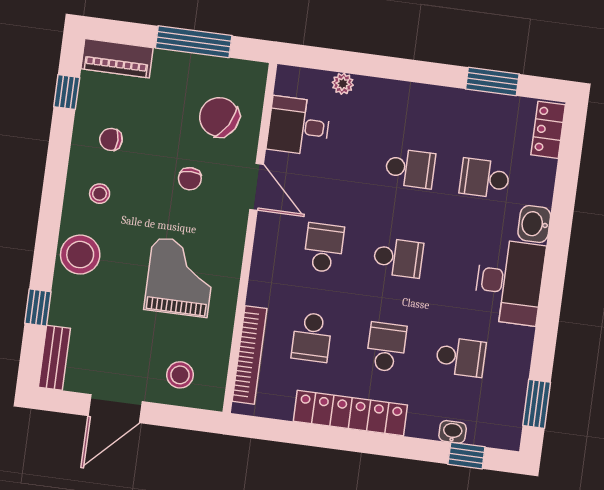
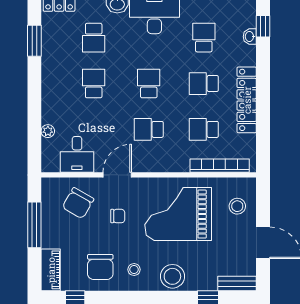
chair: (111, 139) -> (100, 267), width x1.87, depth x1.87
grand piano: (180, 277) -> (178, 214), width x1.37, depth x1.48
school desk: (312, 337) -> (204, 129), turned 180

